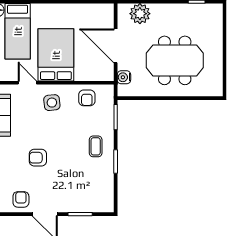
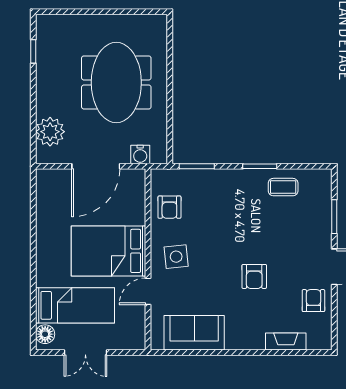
armchair: (87, 98) -> (169, 207), turned 90
coffee table: (96, 146) -> (283, 187), moved
armchair: (21, 199) -> (313, 301), turned 90

